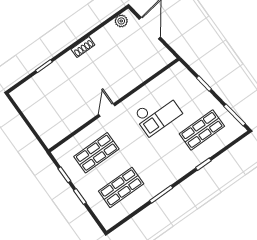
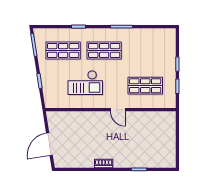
plant: (121, 21) -> (65, 163), removed
door: (107, 110) -> (118, 110), hinge flipped
checkout: (158, 114) -> (85, 83), turned 180
shop shelf: (121, 187) -> (104, 50), moved

